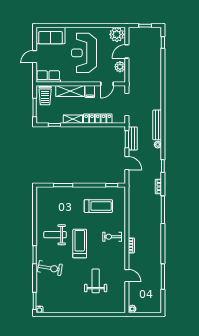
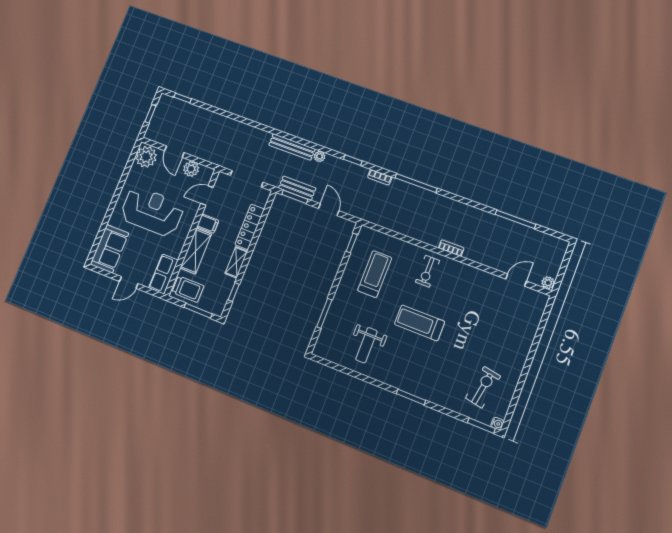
reception desk: (84, 53) -> (152, 211), turned 180
door: (35, 57) -> (129, 282), hinge flipped
door: (107, 84) -> (207, 196), swing flipped
door: (127, 163) -> (329, 210), hinge flipped
weight bench: (55, 235) -> (366, 345), moved
exercise bike: (50, 268) -> (483, 387), moved
door: (127, 276) -> (516, 280), moved
weight bench: (96, 281) -> (485, 321), removed

